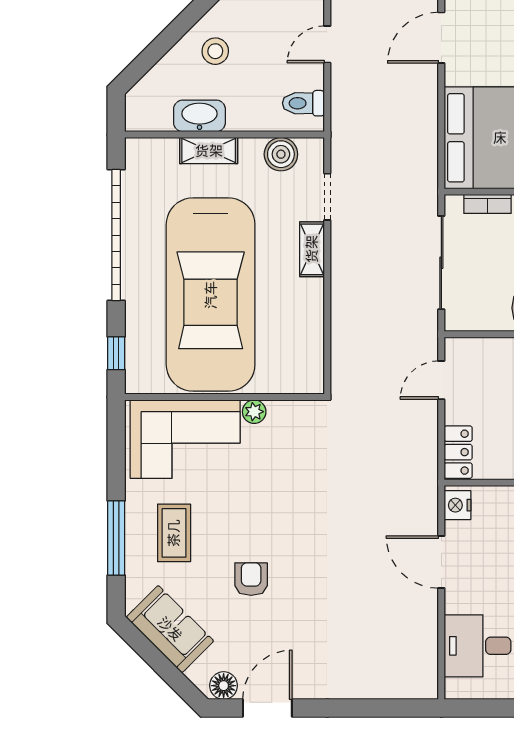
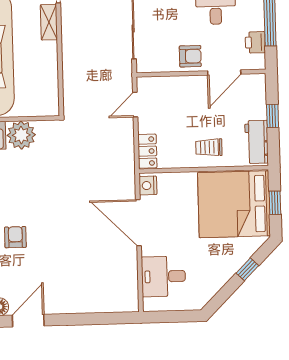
plant: (254, 412) -> (21, 135), width x1.88, depth x1.88
door: (441, 562) -> (138, 223), width x1.36

